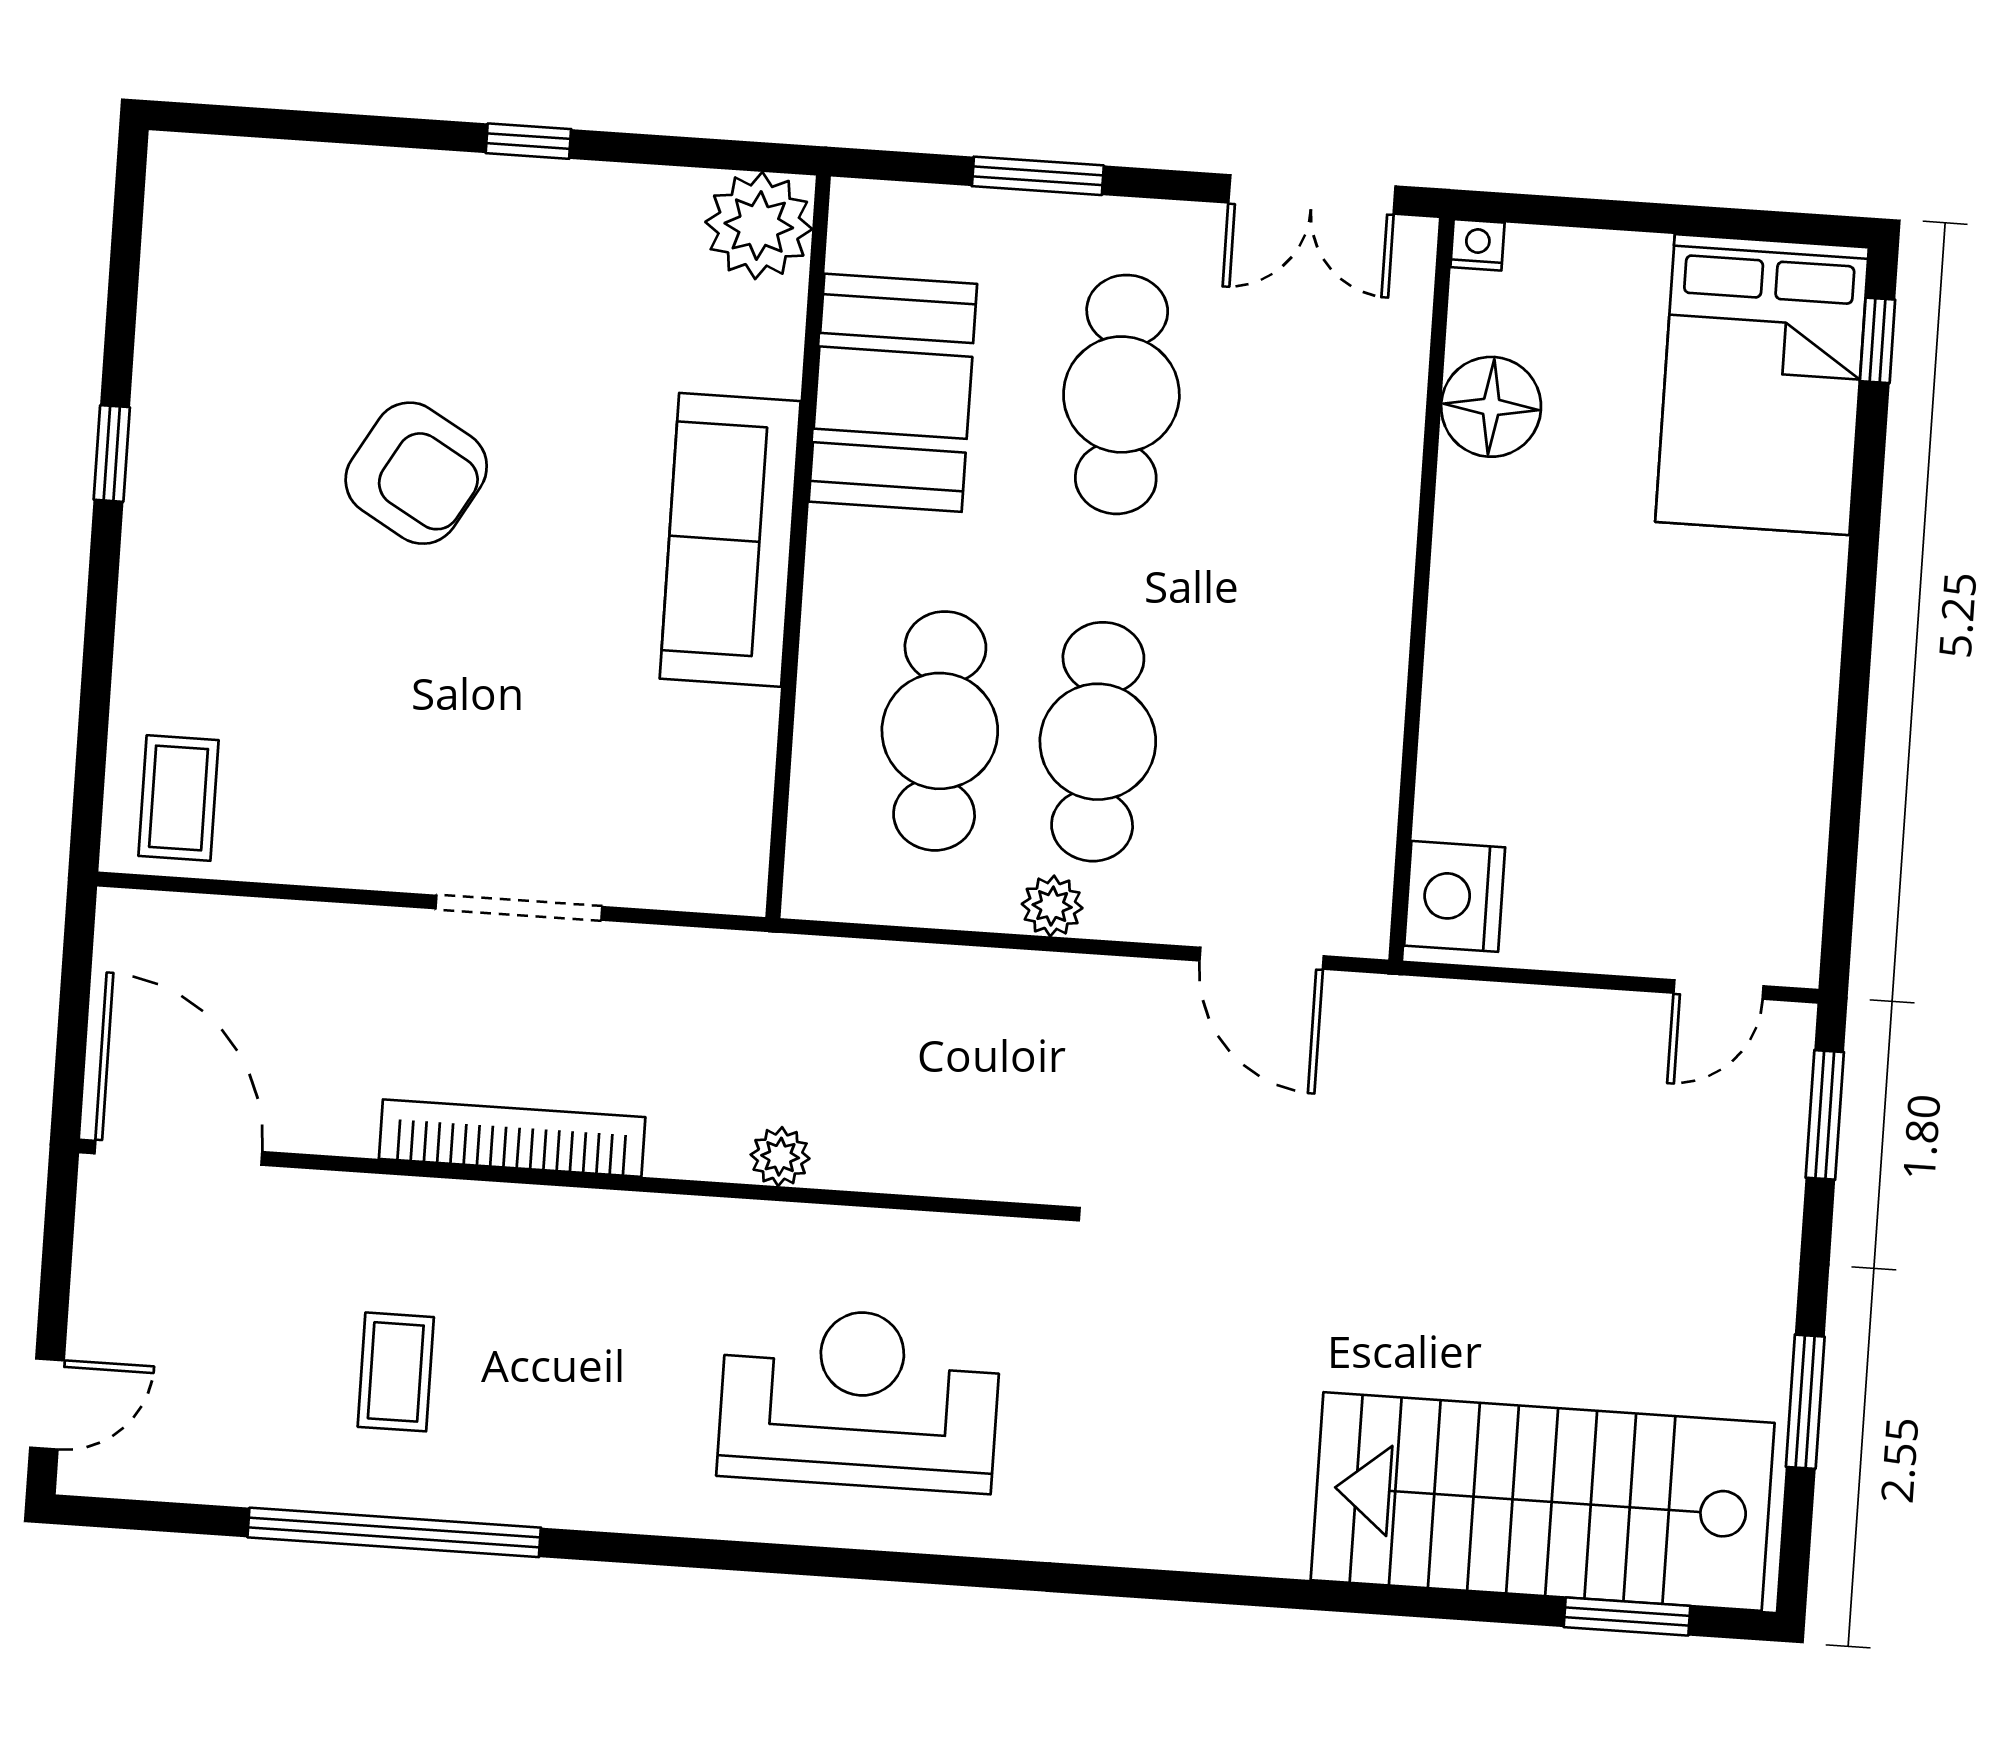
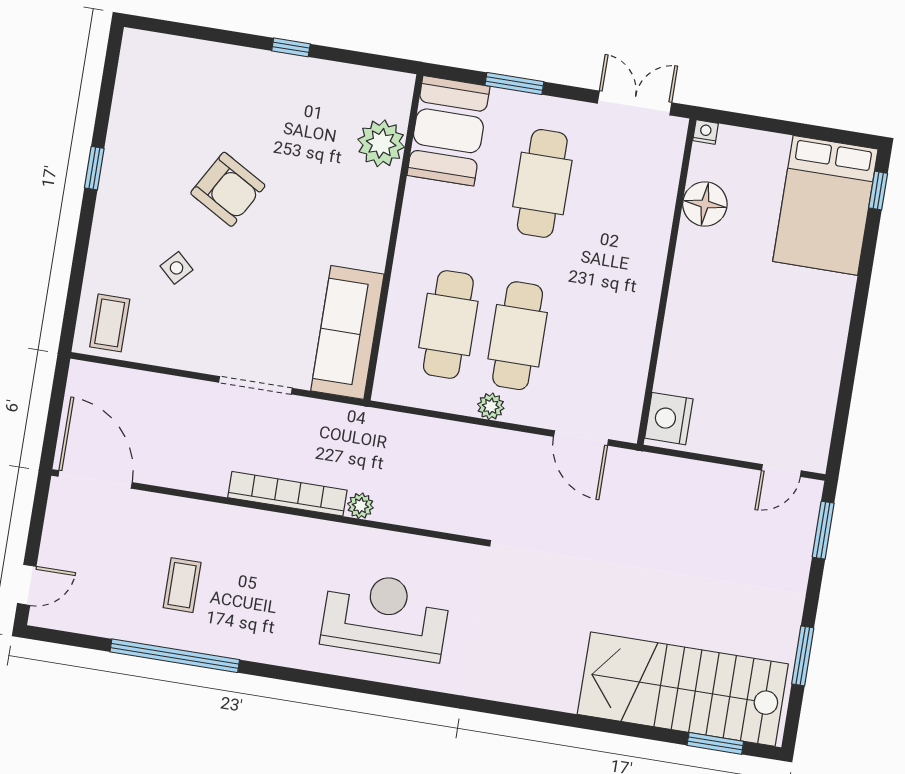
double door: (1312, 194) -> (635, 103), swing flipped
plant: (759, 226) -> (381, 143), moved
booth: (893, 393) -> (448, 131), moved
sofa: (730, 540) -> (347, 332), moved
side table: (317, 660) -> (177, 268), added
bookcase: (512, 1138) -> (287, 494), moved

